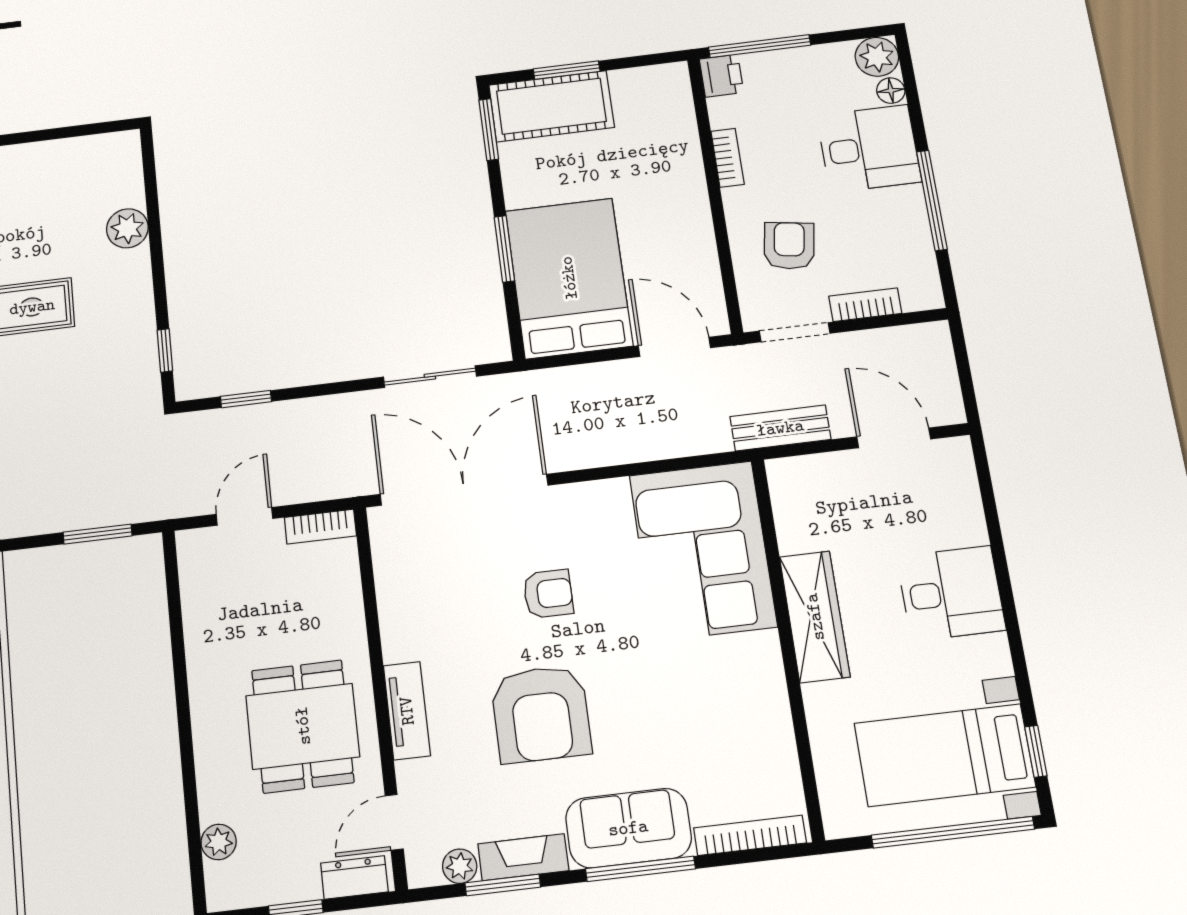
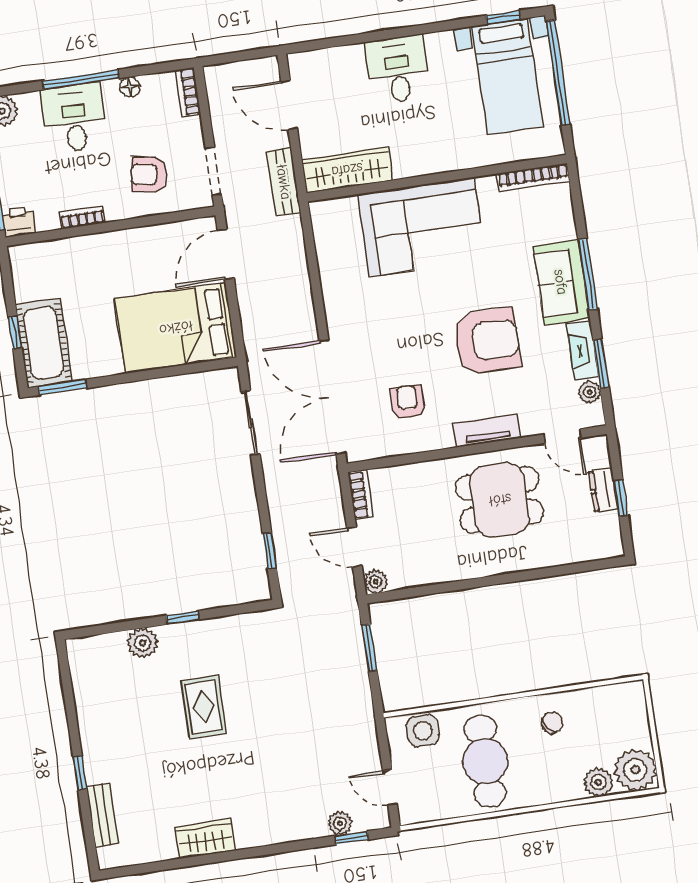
window: (567, 70) -> (15, 332), width x0.67
floor lamp: (891, 91) -> (130, 87), moved
window: (932, 200) -> (81, 80), moved
window: (504, 249) -> (154, 374), removed
bookcase: (865, 305) -> (188, 92), moved
window: (165, 350) -> (183, 618), moved
door: (894, 438) -> (289, 105), hinge flipped
corner sofa: (703, 551) -> (421, 227), moved
armchair: (548, 594) -> (408, 402), moved
wardrobe: (815, 617) -> (347, 170), moved
bookcase: (750, 835) -> (533, 177), moved, turned -90
plant: (219, 842) -> (376, 581), moved
dresser: (354, 877) -> (603, 490), moved

